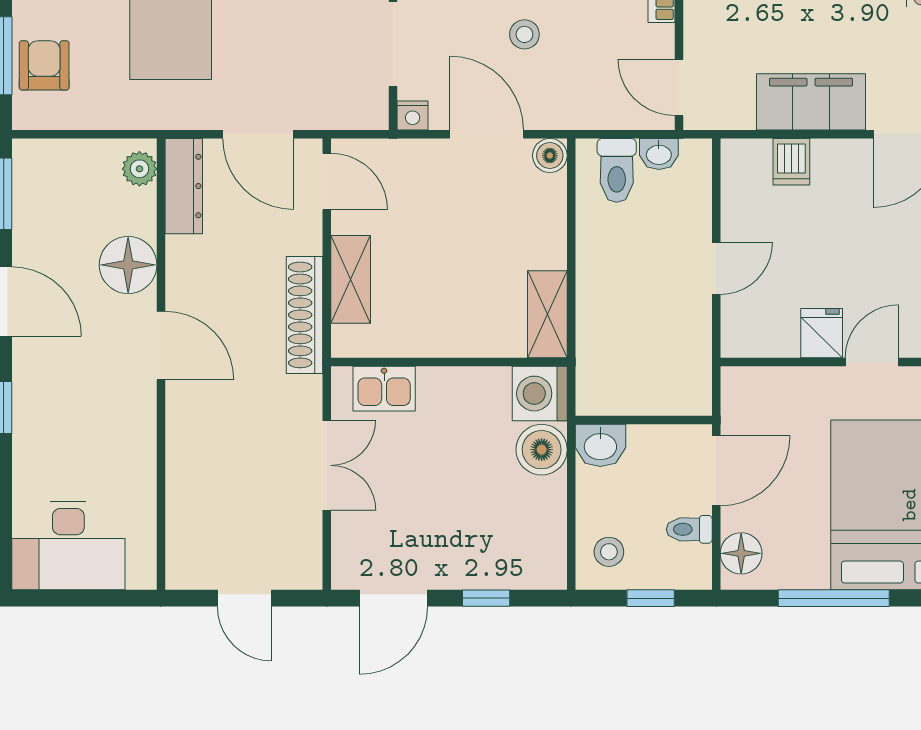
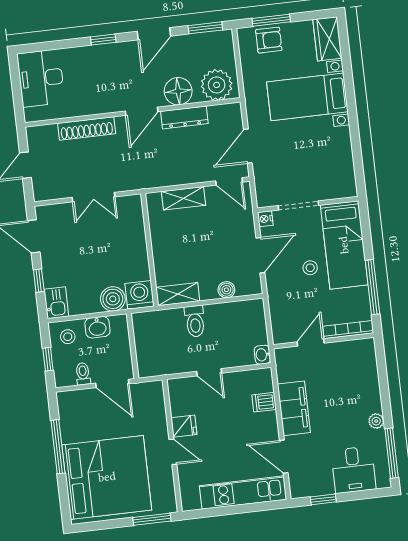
door: (679, 87) -> (311, 342), moved
washbasin: (659, 154) -> (262, 355), moved
boiler: (550, 155) -> (226, 290), moved
plant: (139, 169) -> (217, 85), width x1.88, depth x1.88
toilet: (617, 170) -> (195, 321), moved, turned -90
door: (327, 181) -> (229, 181), hinge flipped
dresser: (184, 186) -> (184, 117), moved
shoe rack: (304, 315) -> (87, 128), moved, turned 180
kitchen sink: (384, 389) -> (56, 303), moved, turned 180
washbasin: (600, 445) -> (97, 327), moved, turned -90
floor lamp: (741, 553) -> (74, 400), removed

